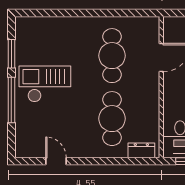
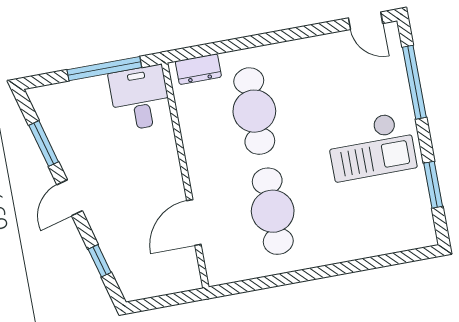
window: (11, 100) -> (414, 82), moved
door: (56, 161) -> (366, 21), moved

